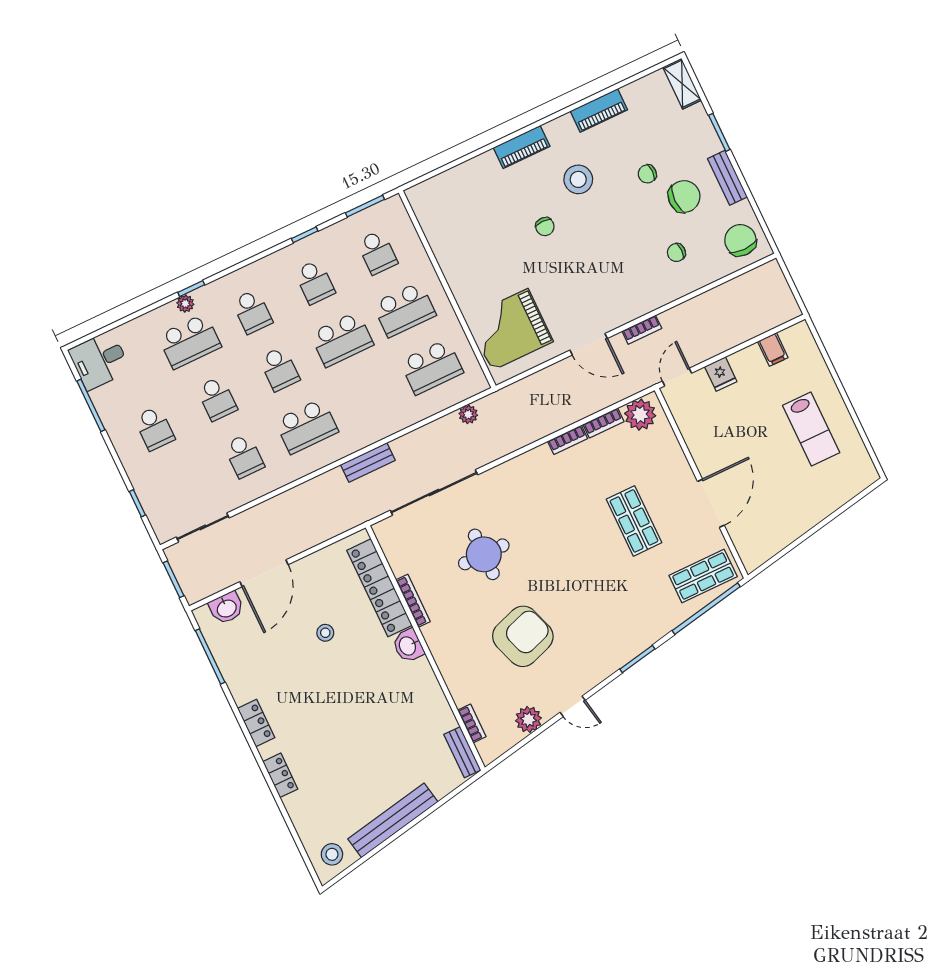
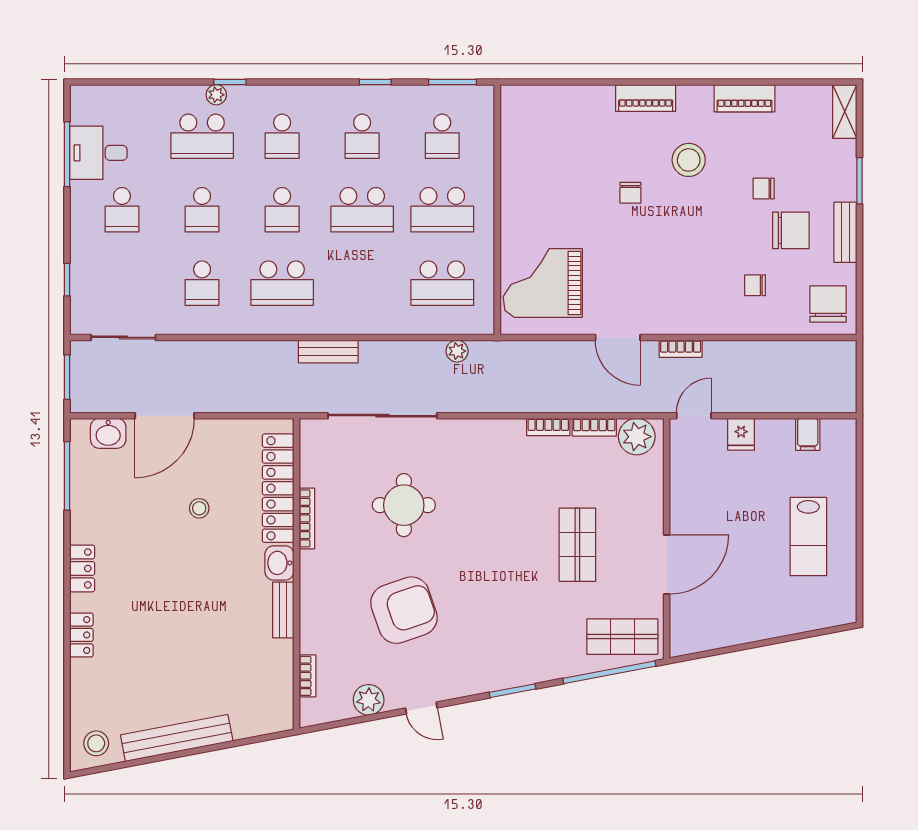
desk: (100, 361) -> (98, 153), moved
bench: (462, 752) -> (283, 610), moved

